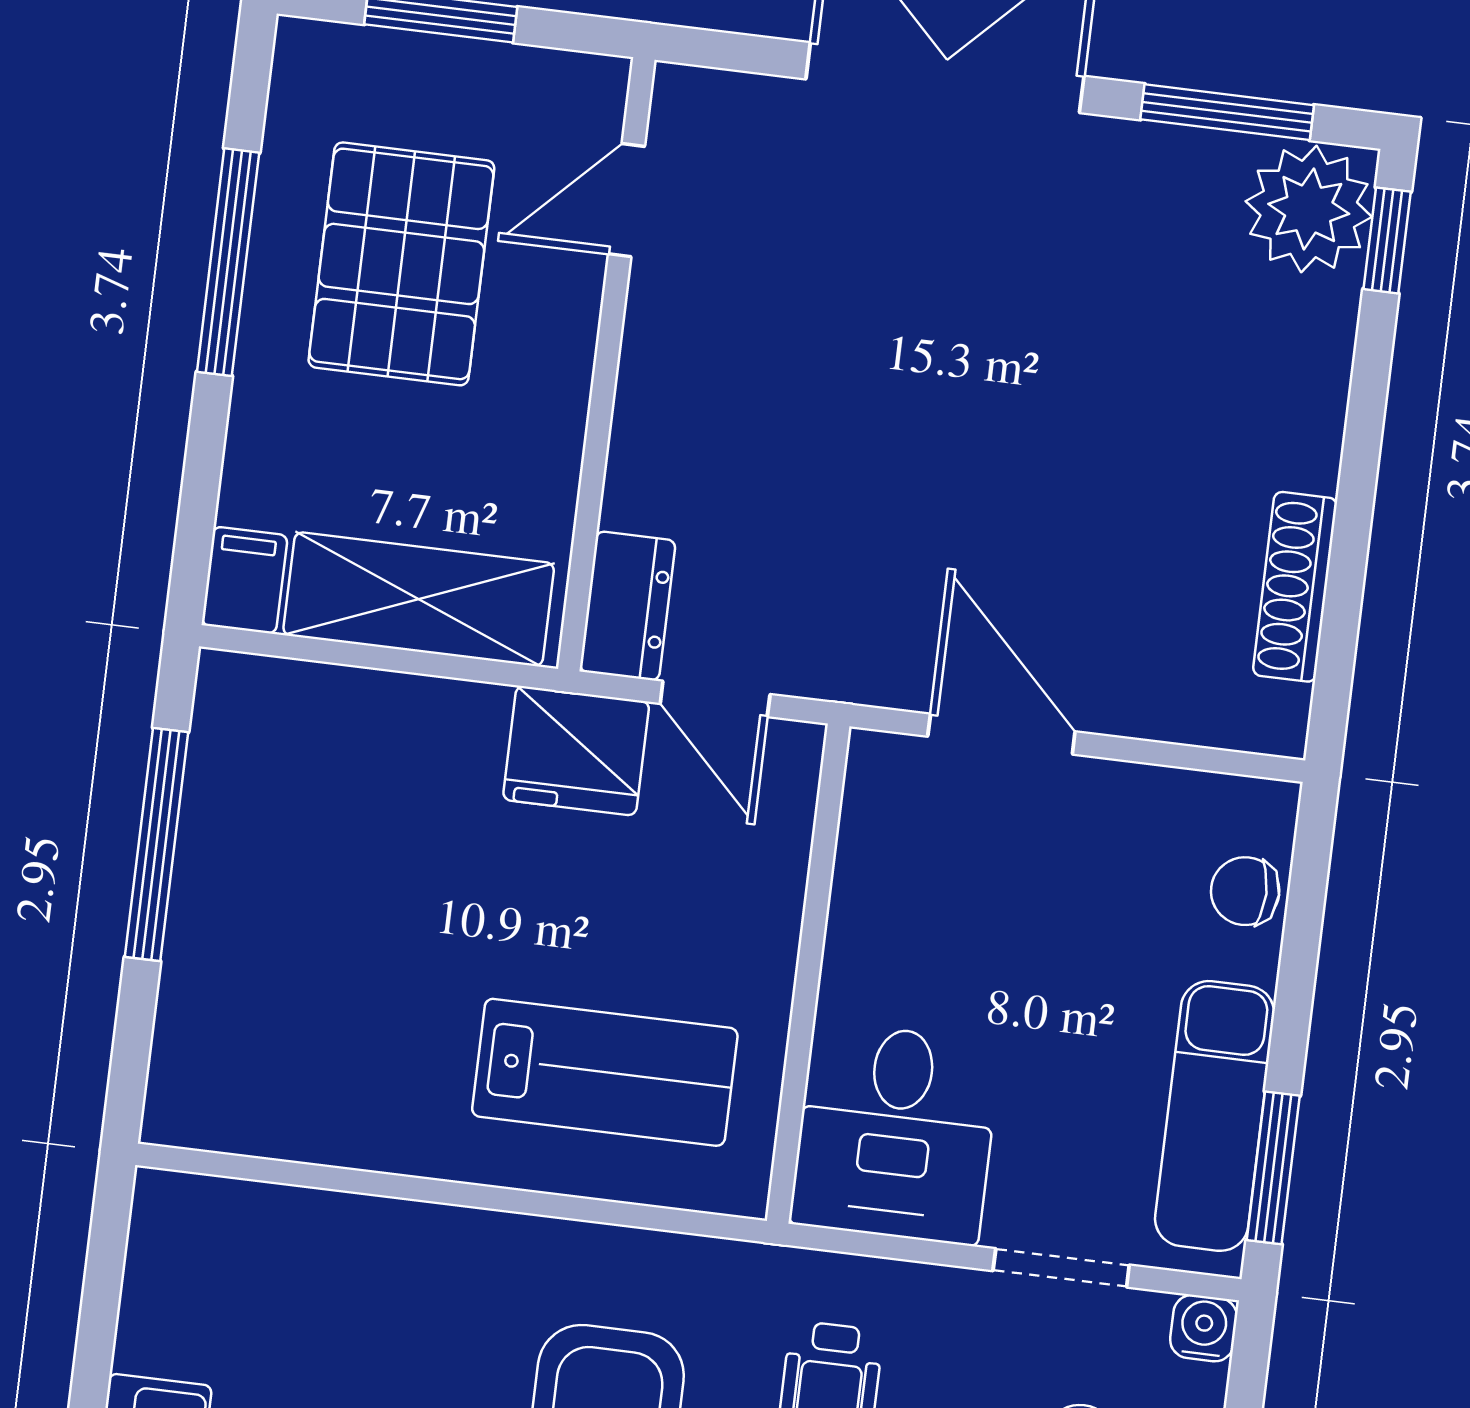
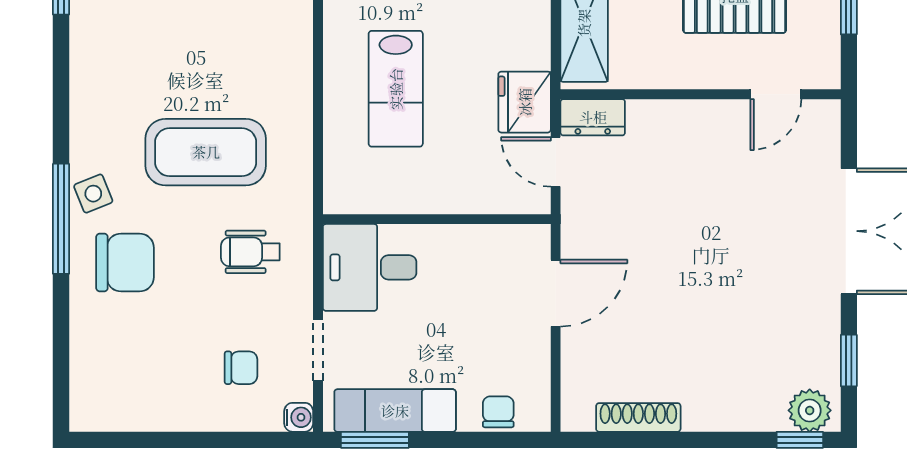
window: (1227, 112) -> (849, 361), width x0.67
door: (627, 200) -> (776, 94), swing flipped
plant: (1309, 209) -> (810, 410), width x0.73, depth x0.73
door: (715, 699) -> (556, 162), hinge flipped
lab bench: (605, 1072) -> (396, 89), moved

